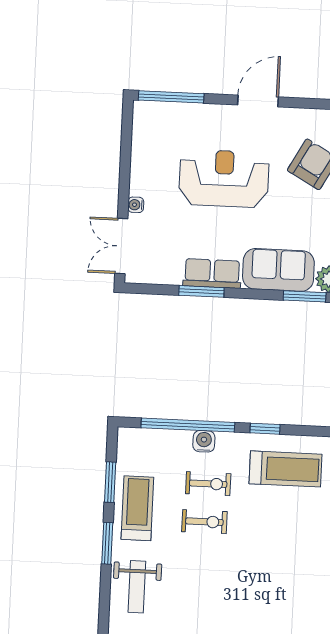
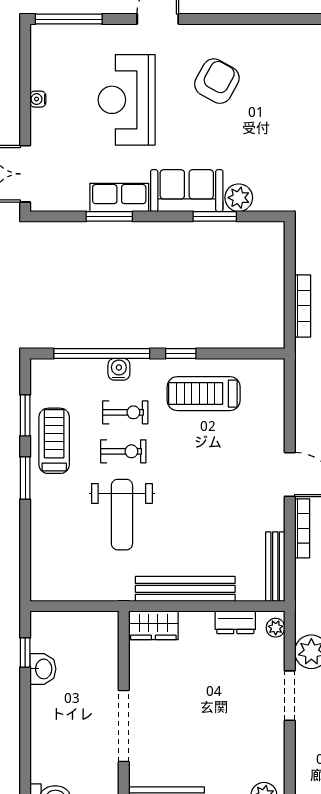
reception desk: (224, 178) -> (127, 100), turned -90
water cooler: (136, 205) -> (38, 99), moved
treadmill: (286, 469) -> (204, 394), turned 180
weight bench: (137, 587) -> (122, 515), moved, width x1.36, depth x1.33

